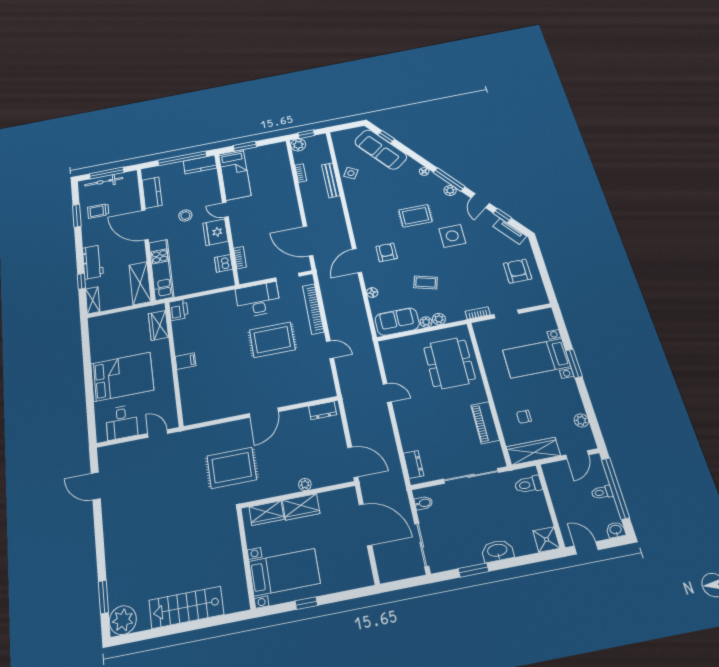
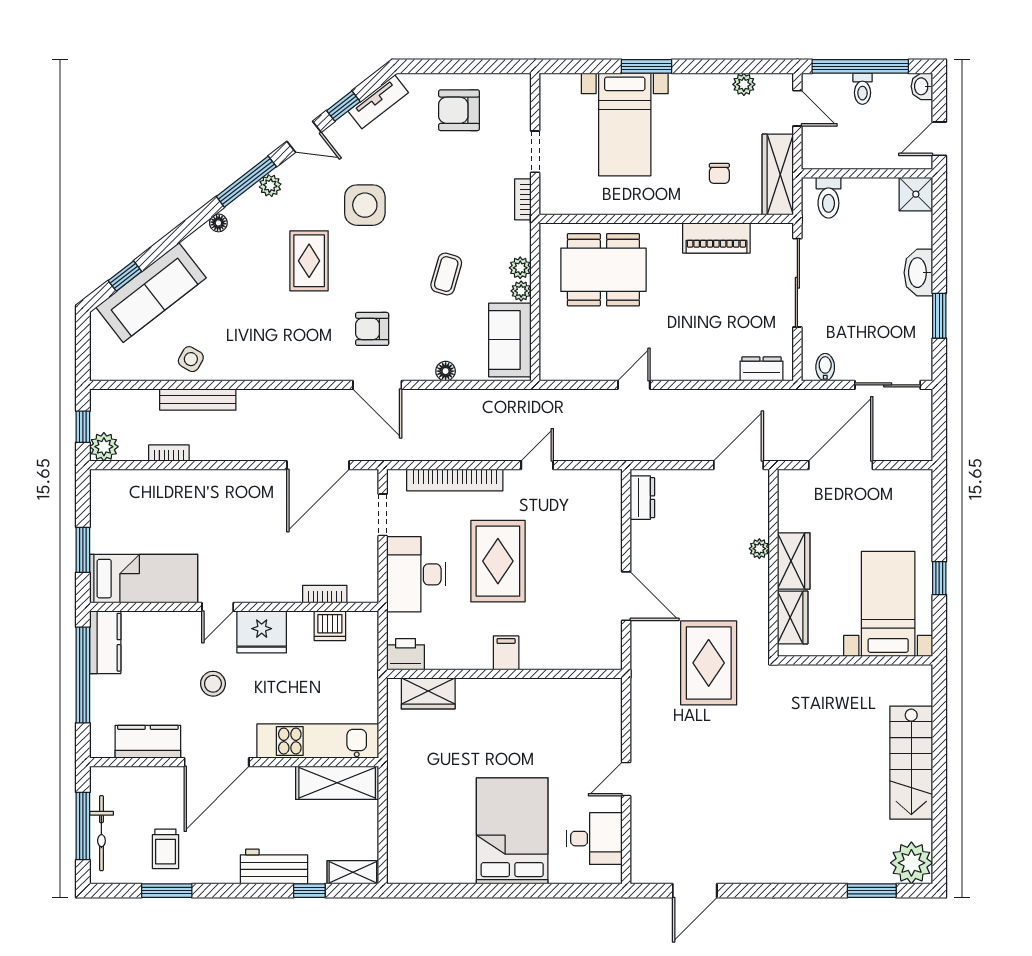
printer: (179, 310) -> (406, 654), moved
wardrobe: (158, 325) -> (428, 693), moved
filing cabinet: (186, 361) -> (506, 653), moved
wall: (174, 362) -> (504, 674), moved

